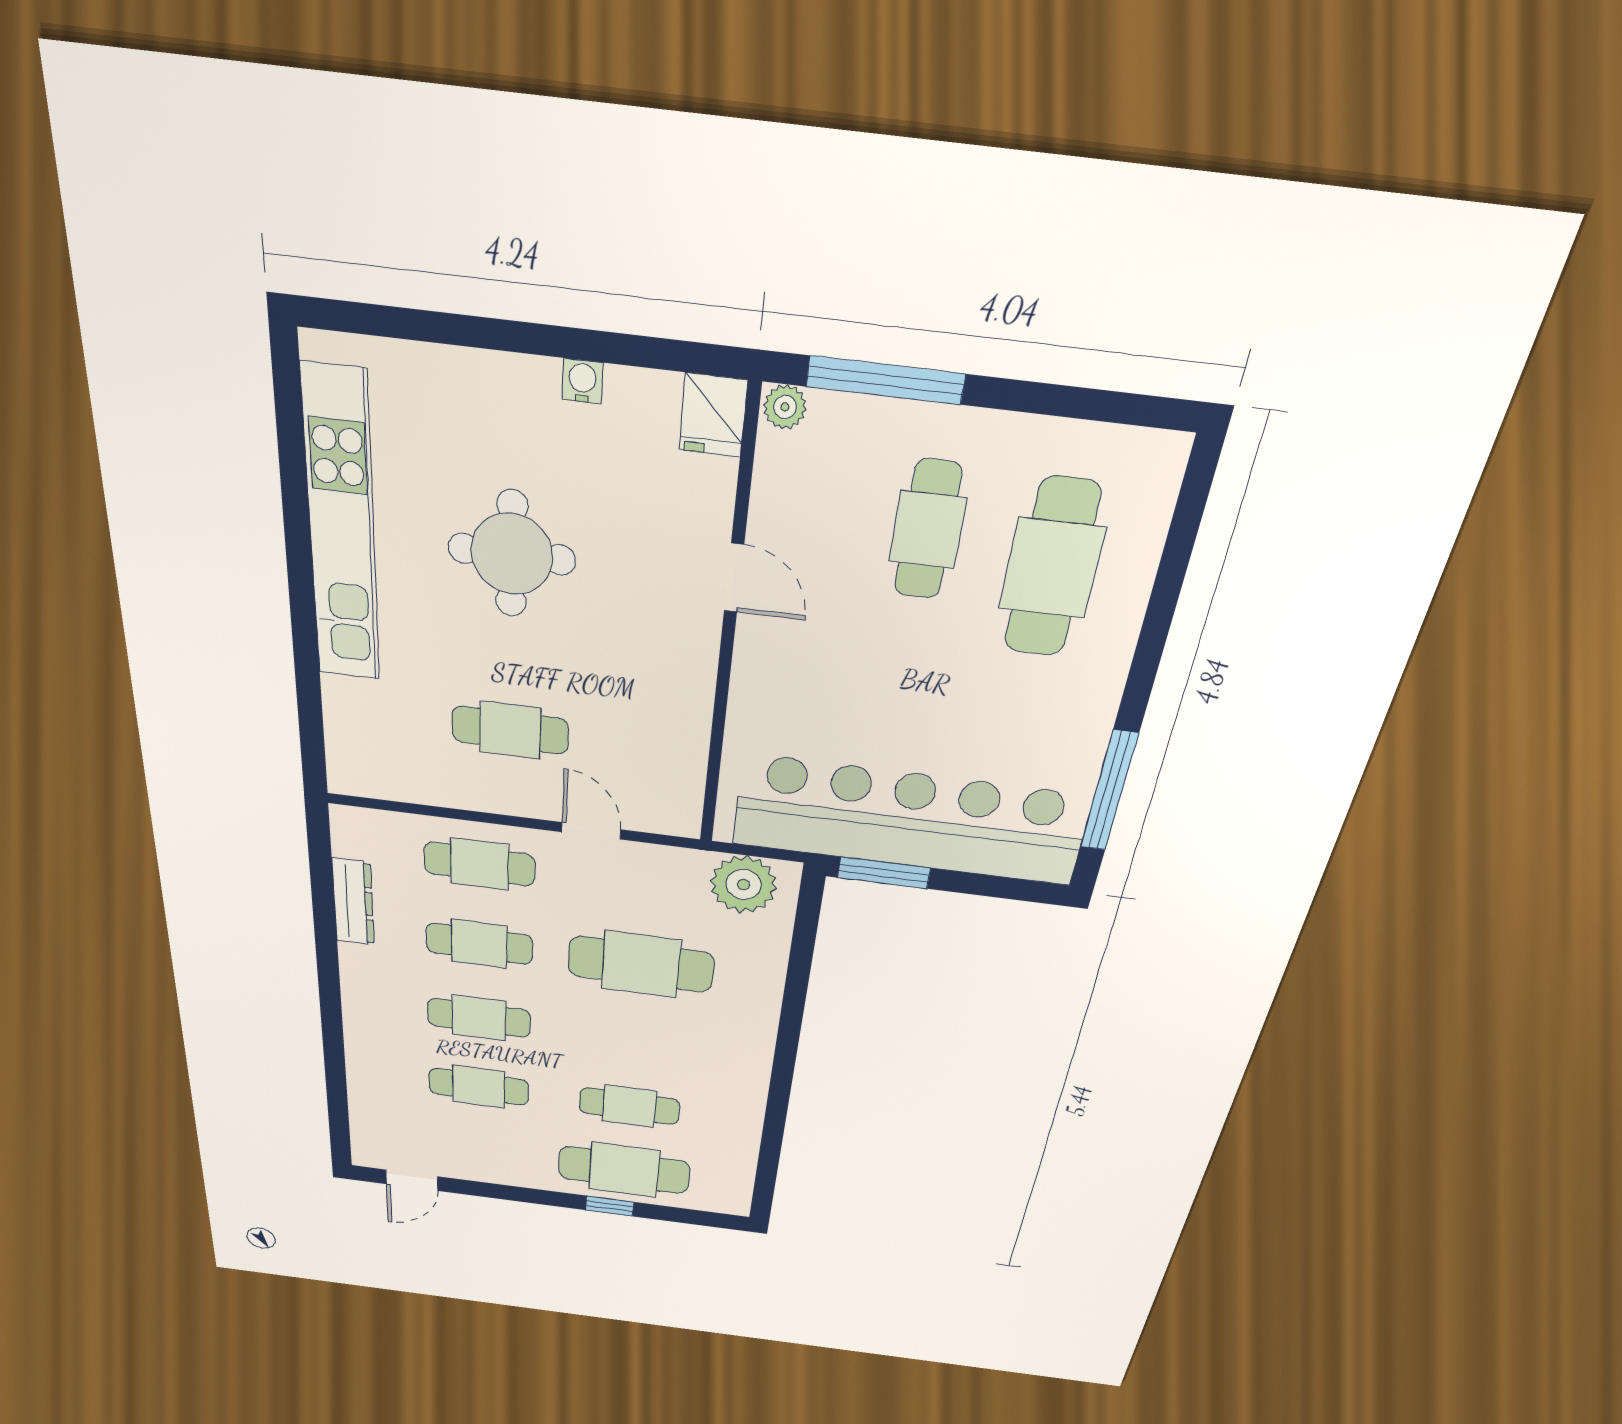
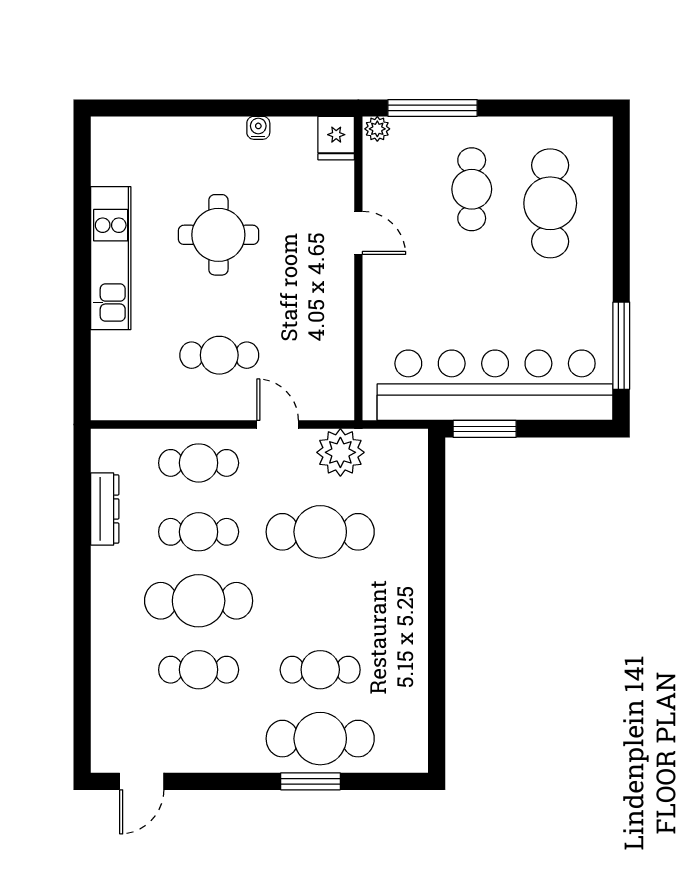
kitchen unit: (342, 529) -> (111, 258), width x0.73
plant: (743, 884) -> (340, 452), moved
cafe table: (479, 1018) -> (199, 601), width x1.37, depth x1.35
window: (610, 1206) -> (310, 781), width x1.50

